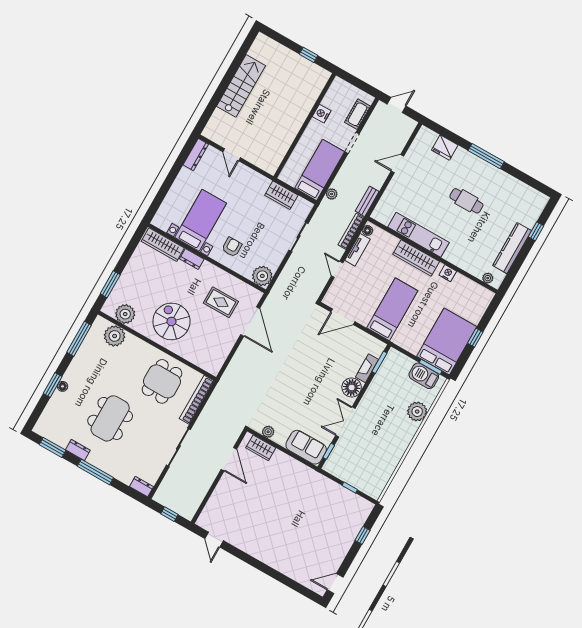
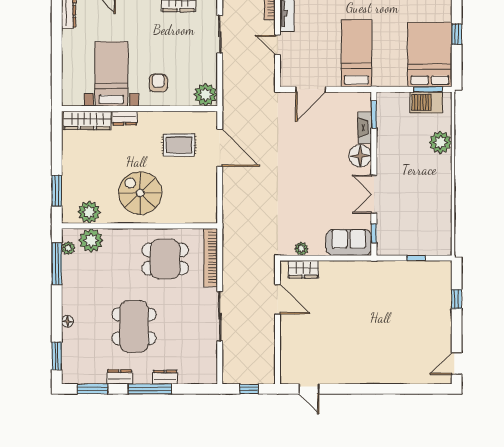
plant: (94, 332) -> (68, 248), added
dining table: (162, 381) -> (165, 259), turned 90
window: (53, 385) -> (57, 356), moved
dresser: (141, 487) -> (165, 377), moved

